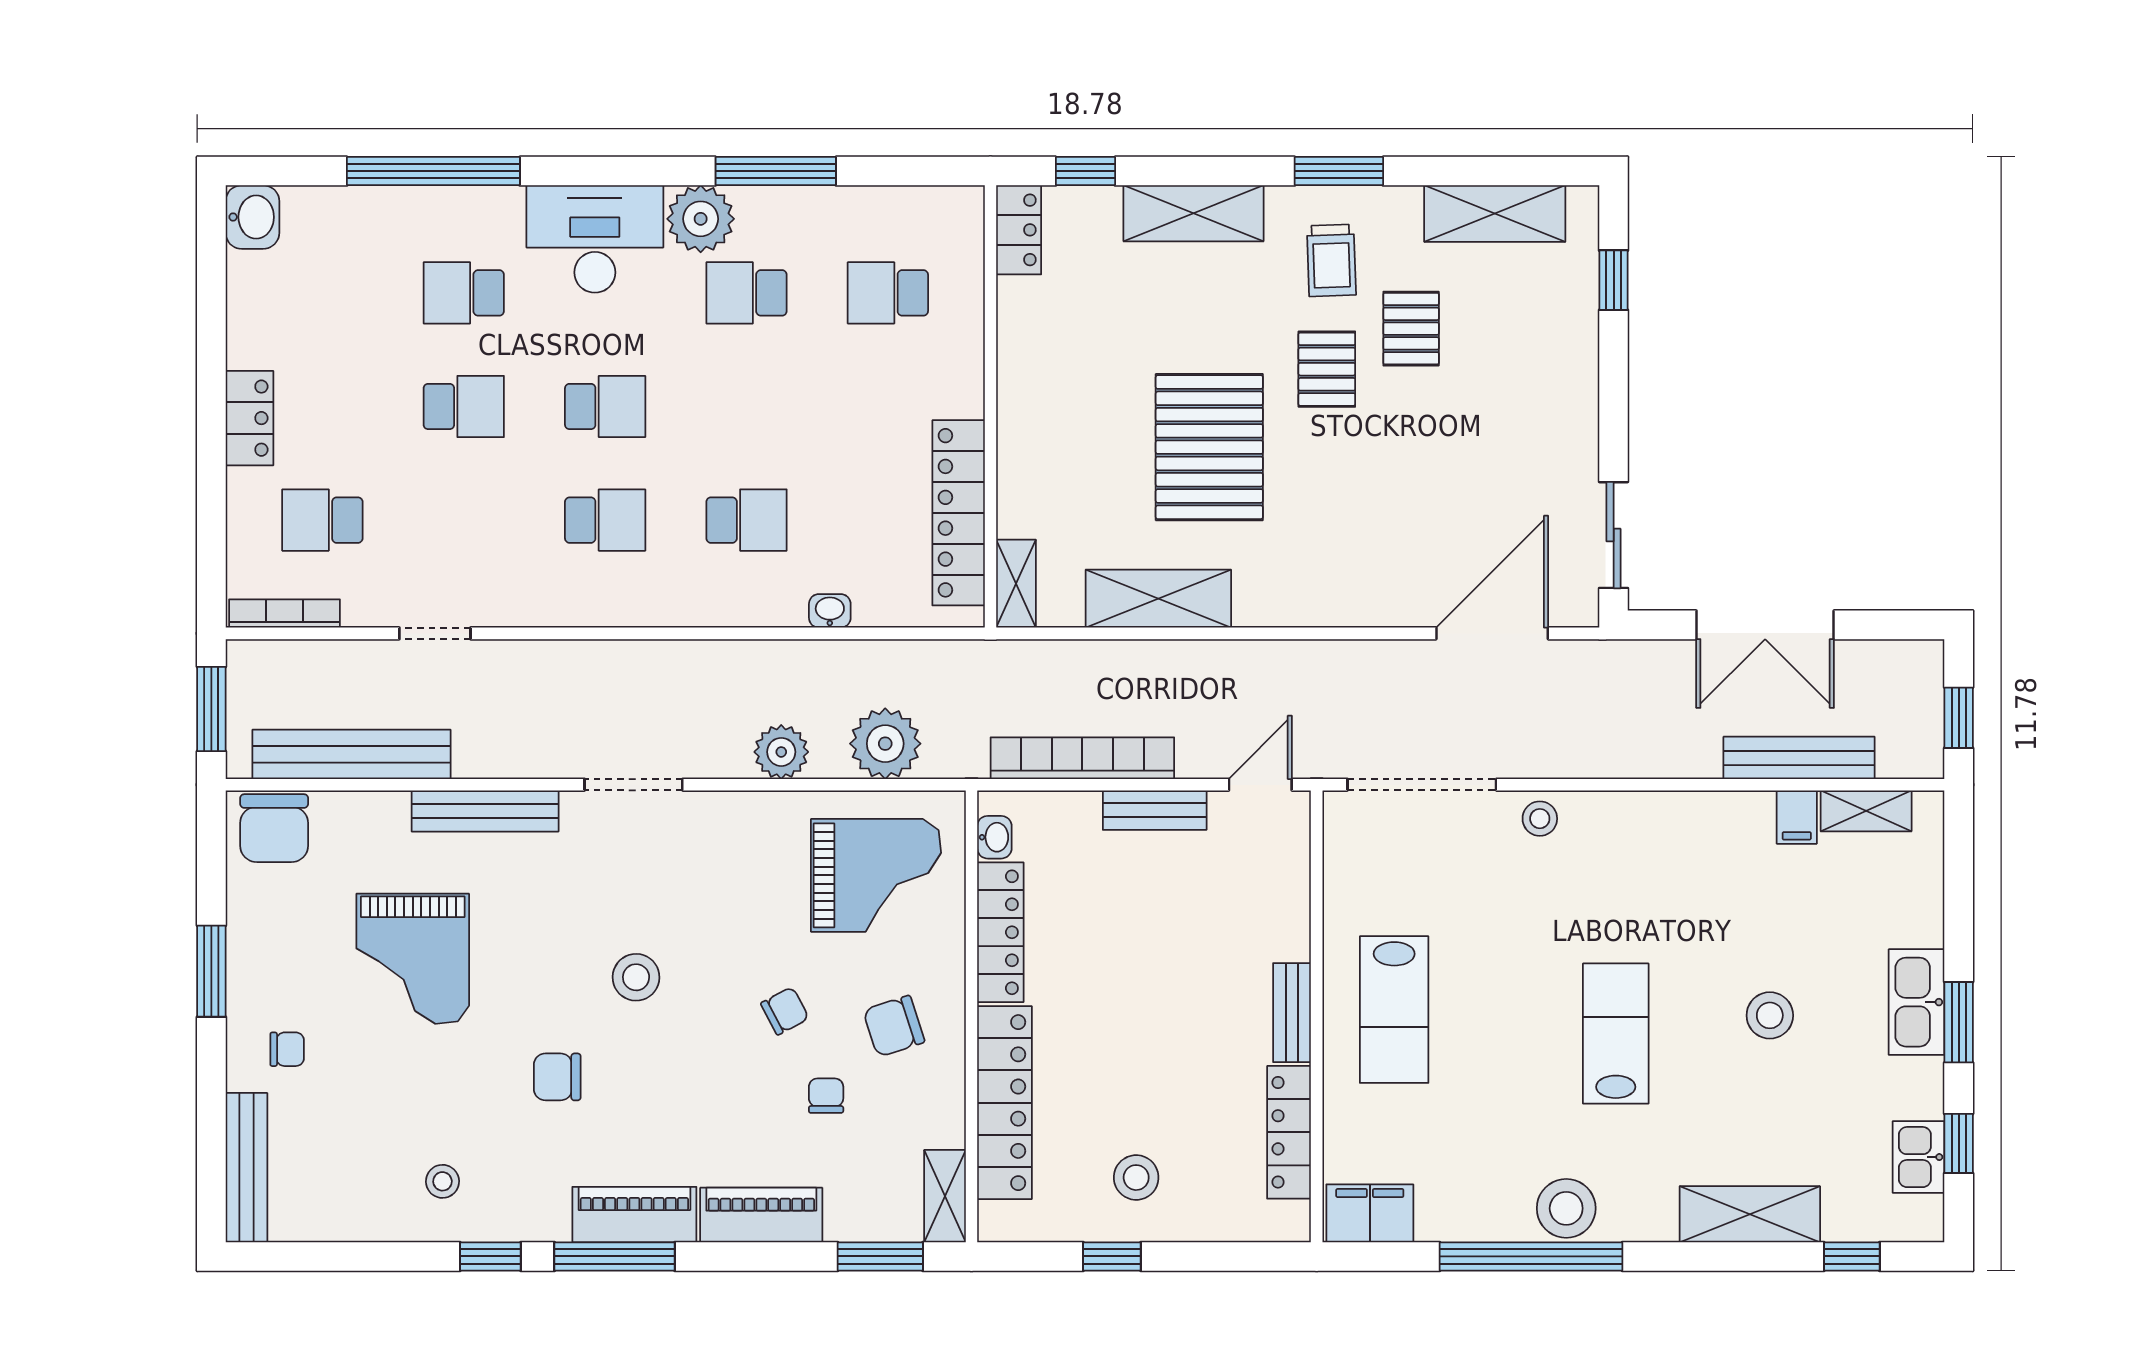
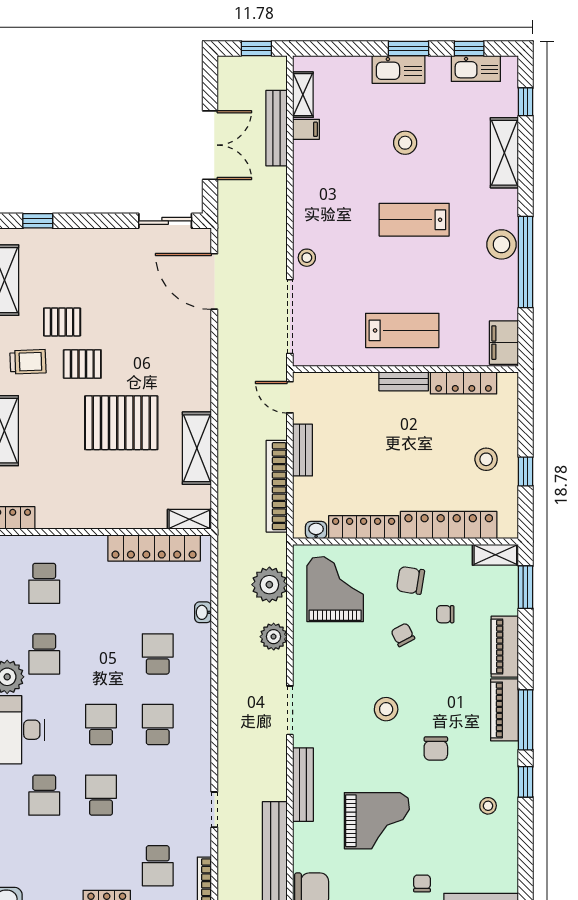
chair: (894, 1026) -> (410, 580), turned 117
kitchen sink: (1918, 1157) -> (476, 68), width x1.38

